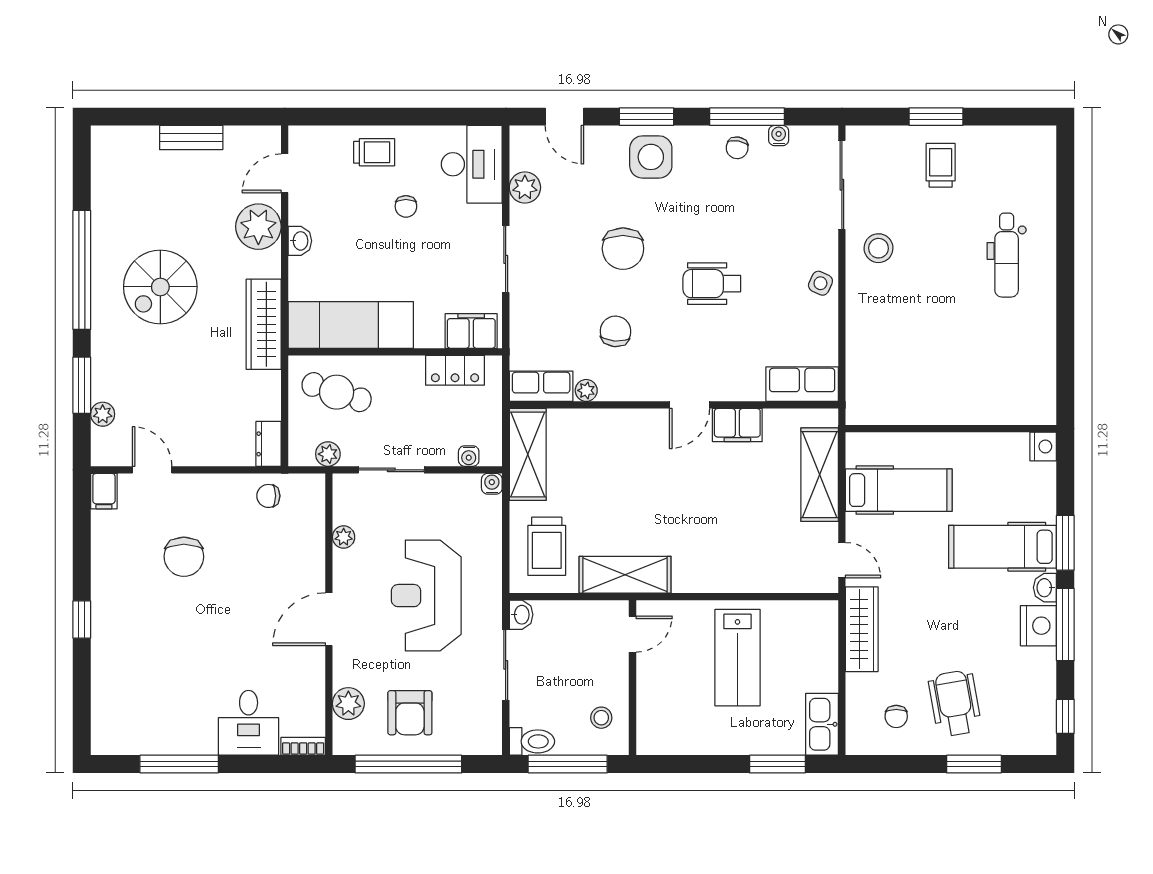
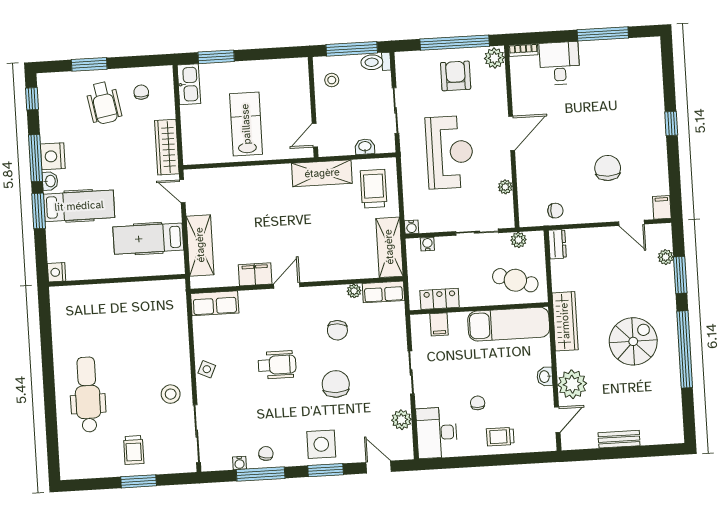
dental chair: (1007, 255) -> (88, 395), width x1.36, depth x1.38
filing cabinet: (471, 331) -> (439, 324), width x0.50
washbasin: (521, 615) -> (365, 147), moved, turned 90
plant: (348, 704) -> (494, 58), moved

